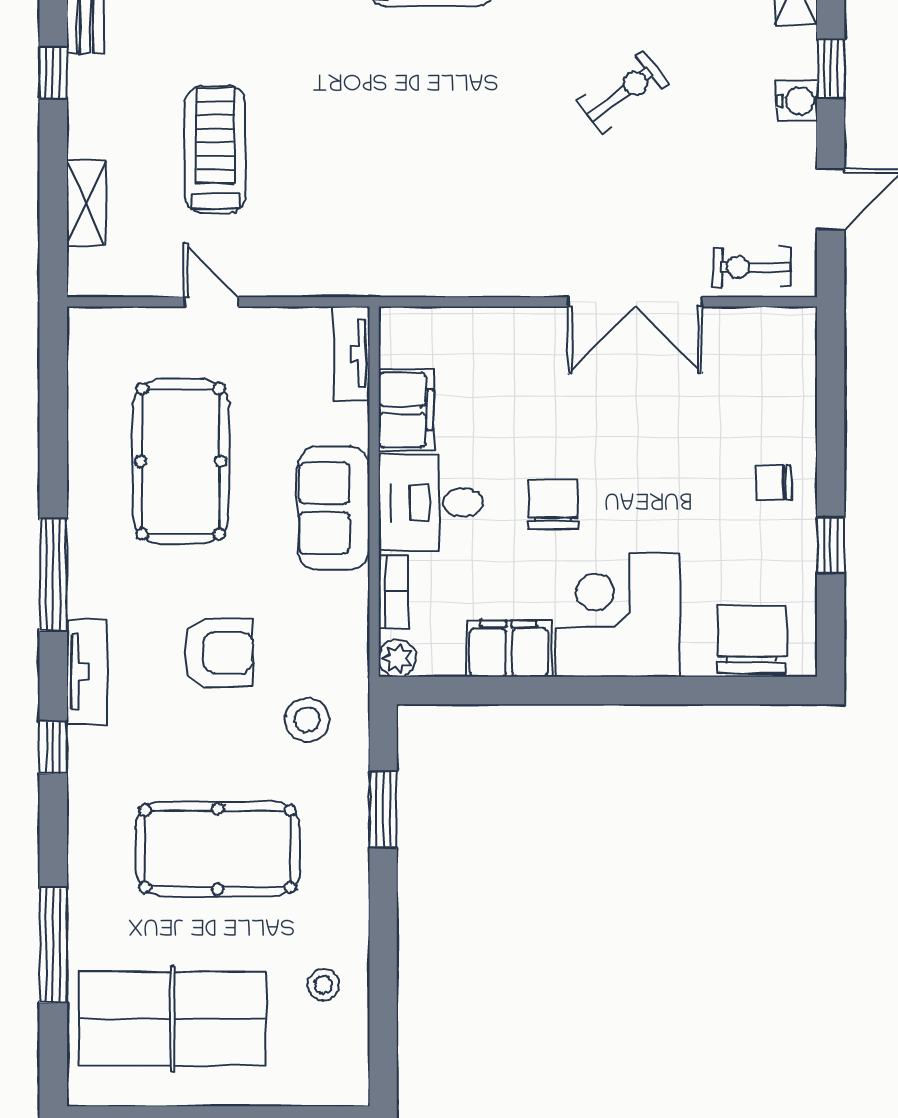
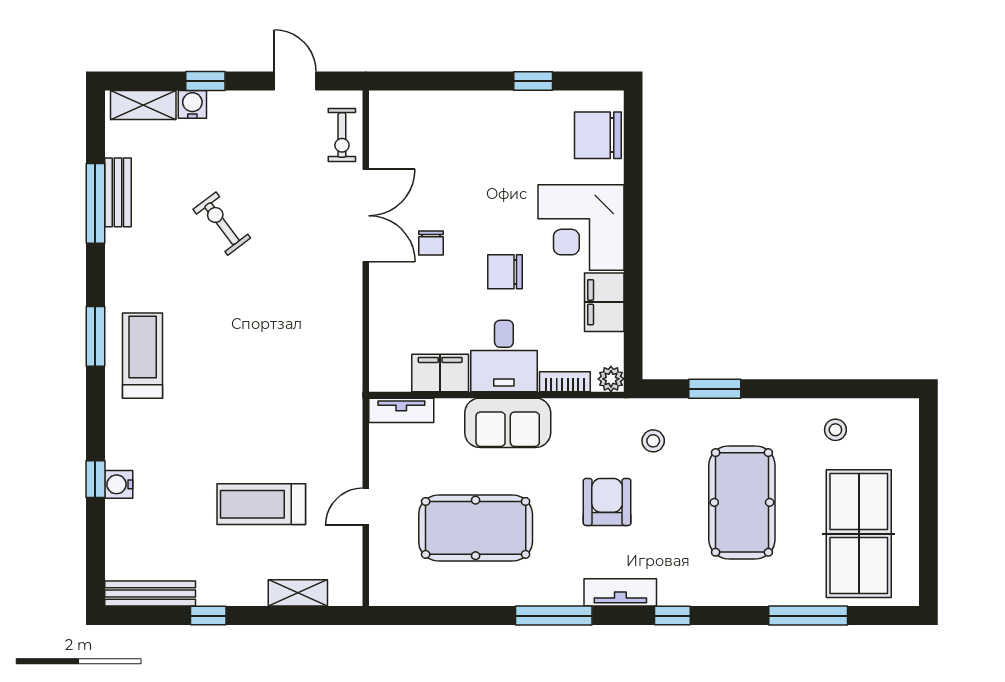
water cooler: (797, 101) -> (192, 104), moved
chair: (774, 483) -> (431, 243), moved
stool: (307, 720) -> (653, 441), width x0.73, depth x0.73

